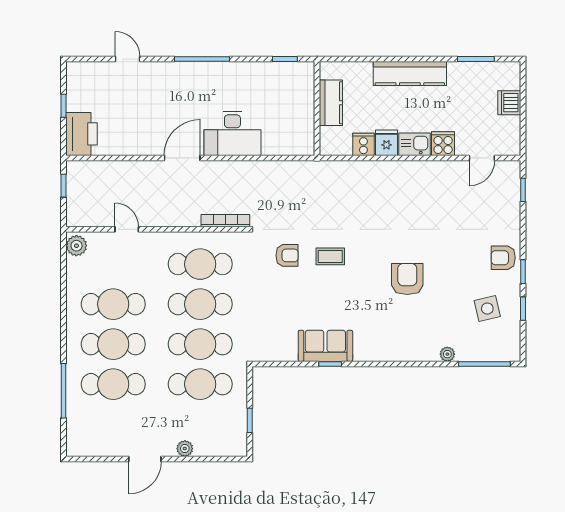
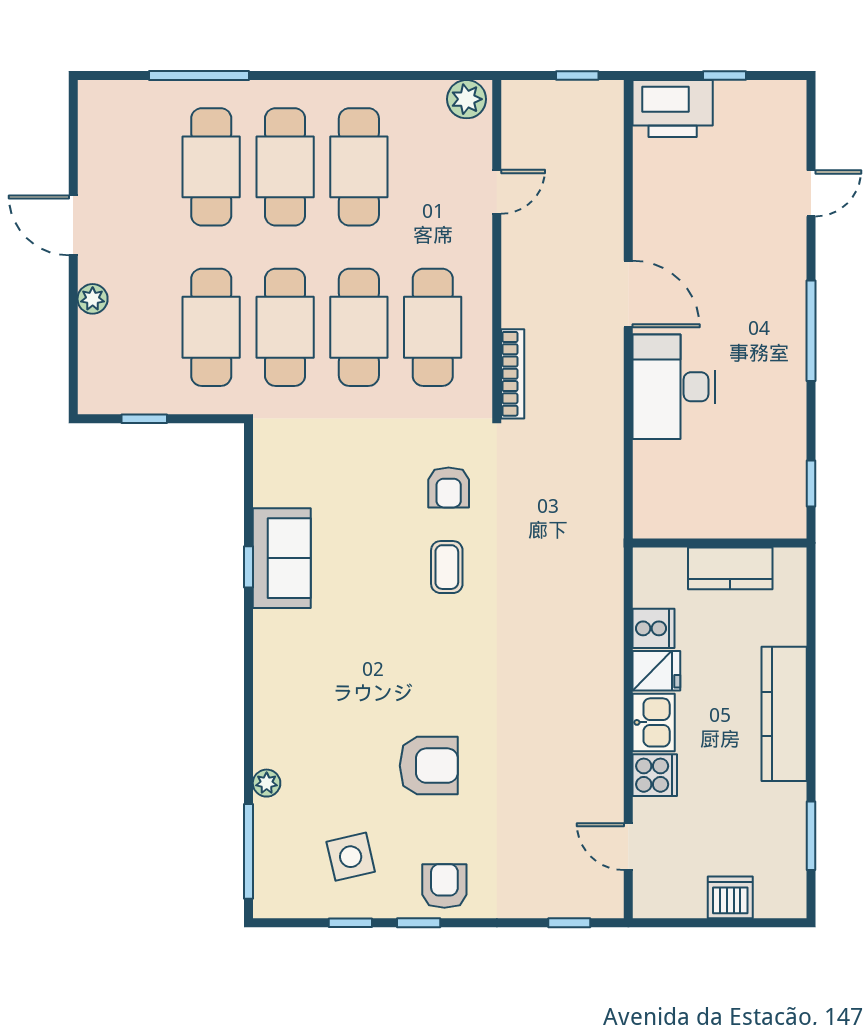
armchair: (407, 279) -> (429, 766), moved

